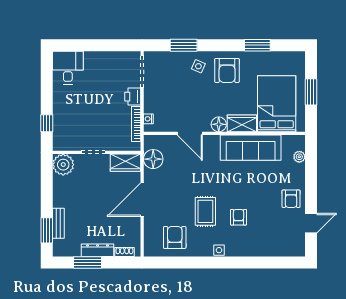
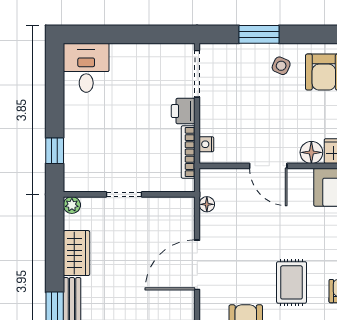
floor lamp: (153, 159) -> (207, 204), width x0.53, depth x0.53
wardrobe: (125, 163) -> (76, 253), moved, turned -90
plant: (63, 165) -> (72, 205), width x0.53, depth x0.53

